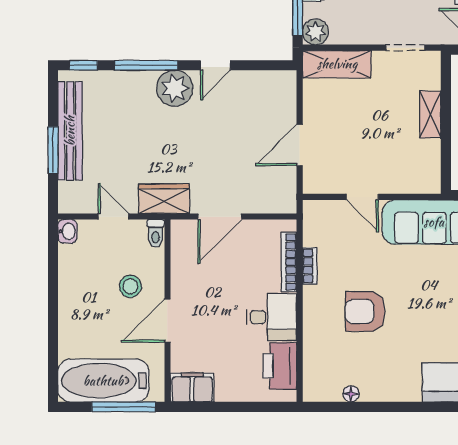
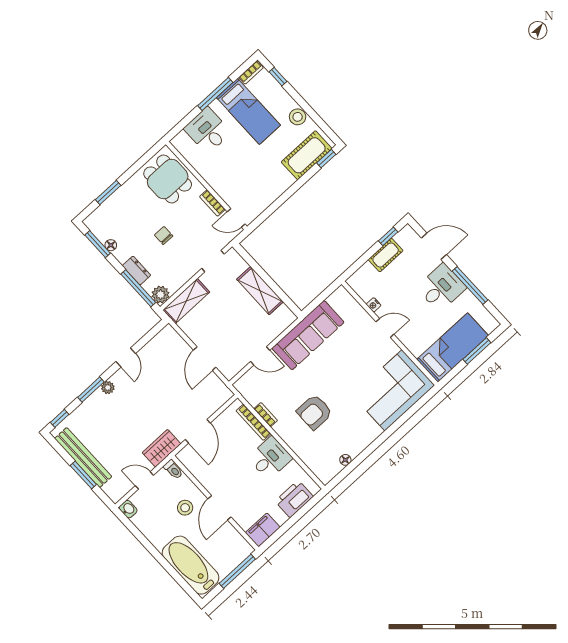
window: (146, 65) -> (91, 390), width x0.69
plant: (175, 88) -> (108, 388), width x0.53, depth x0.53
shelving: (430, 114) -> (260, 291), width x1.50, depth x1.33
printer: (280, 366) -> (294, 499), moved, turned 90
bathtub: (103, 381) -> (191, 565), moved, turned 90

